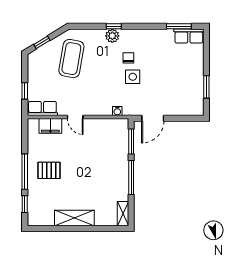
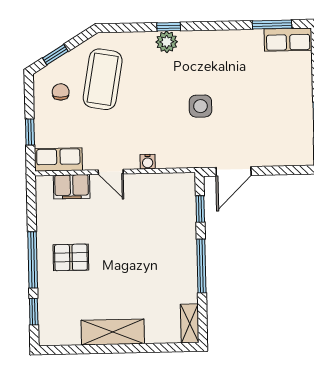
chair: (128, 58) -> (61, 92), moved
water cooler: (117, 111) -> (148, 162), moved
window: (131, 142) -> (200, 209), width x0.67

